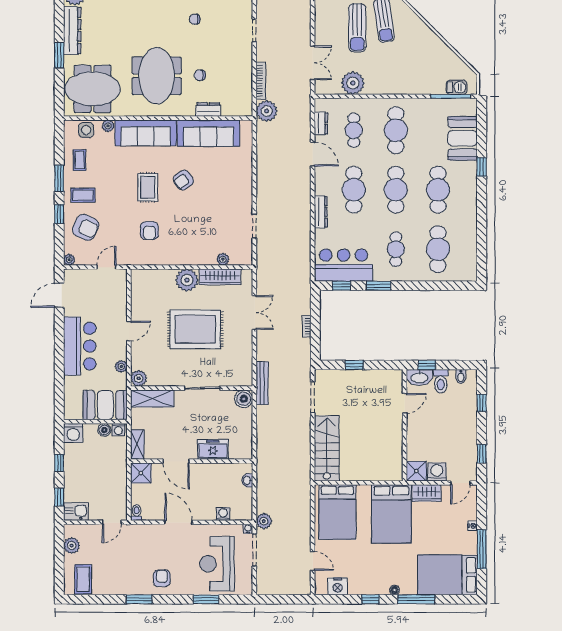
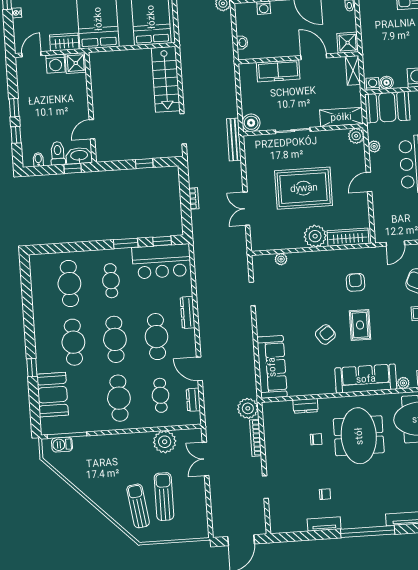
sofa: (208, 133) -> (272, 367), moved, turned 90
wardrobe: (220, 277) -> (348, 237), moved
freezer: (213, 449) -> (278, 71), width x1.40
window: (482, 454) -> (14, 108), moved

